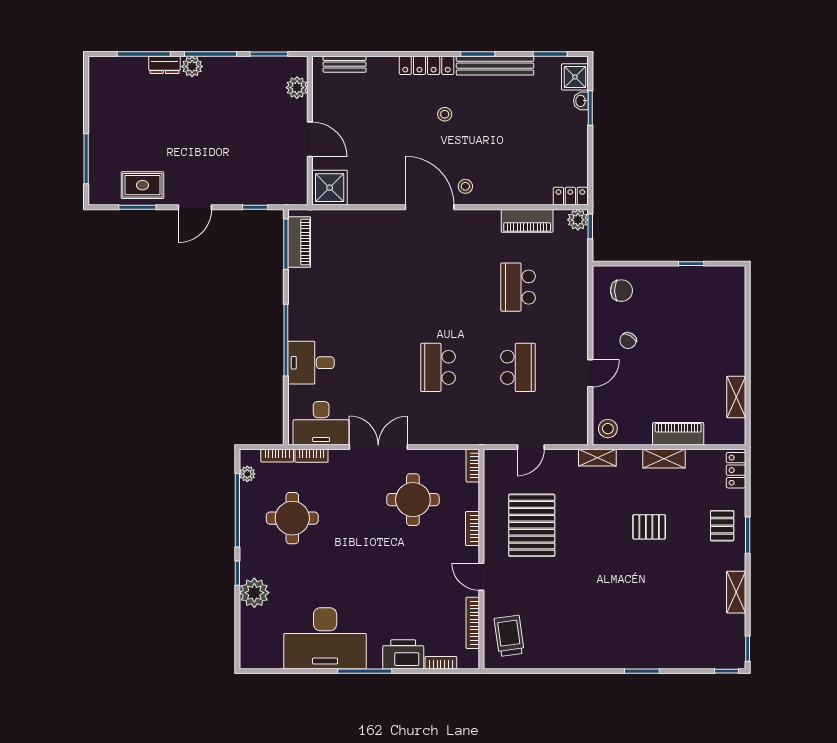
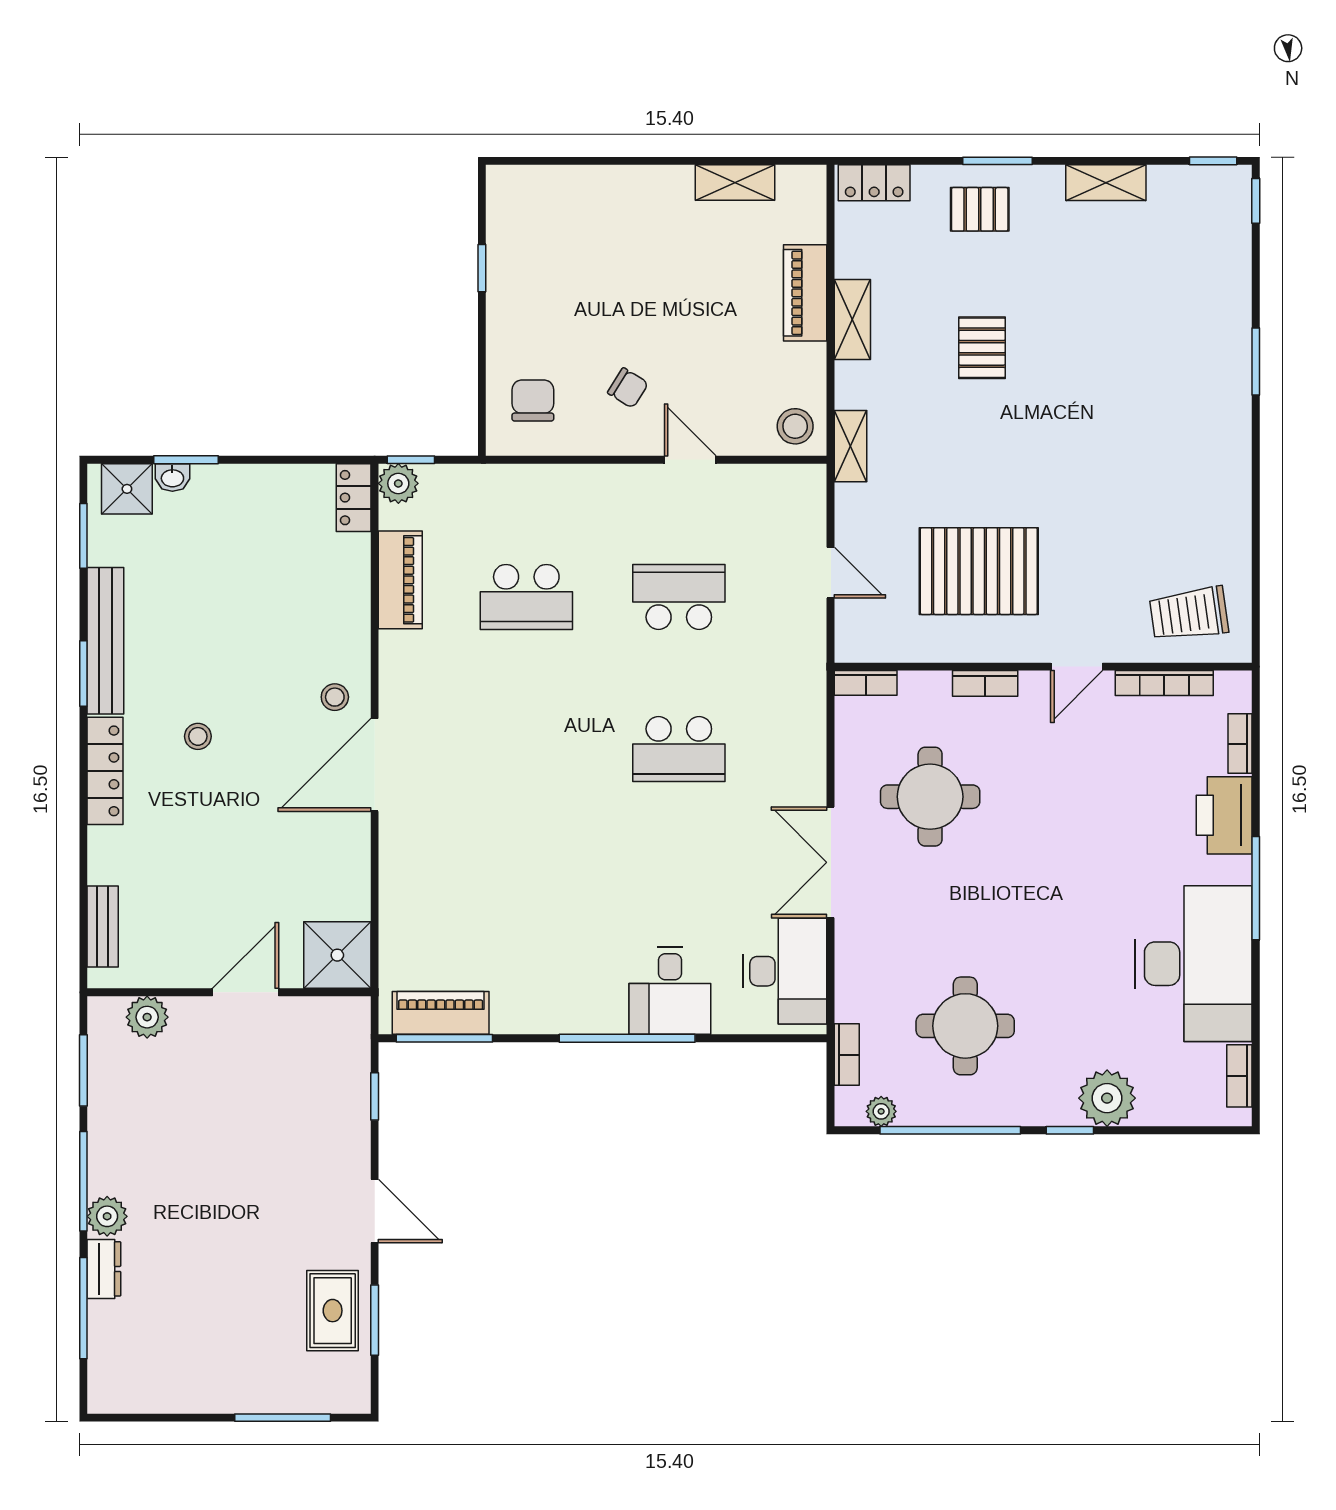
bookcase: (311, 456) -> (1239, 1076), moved, turned 180

